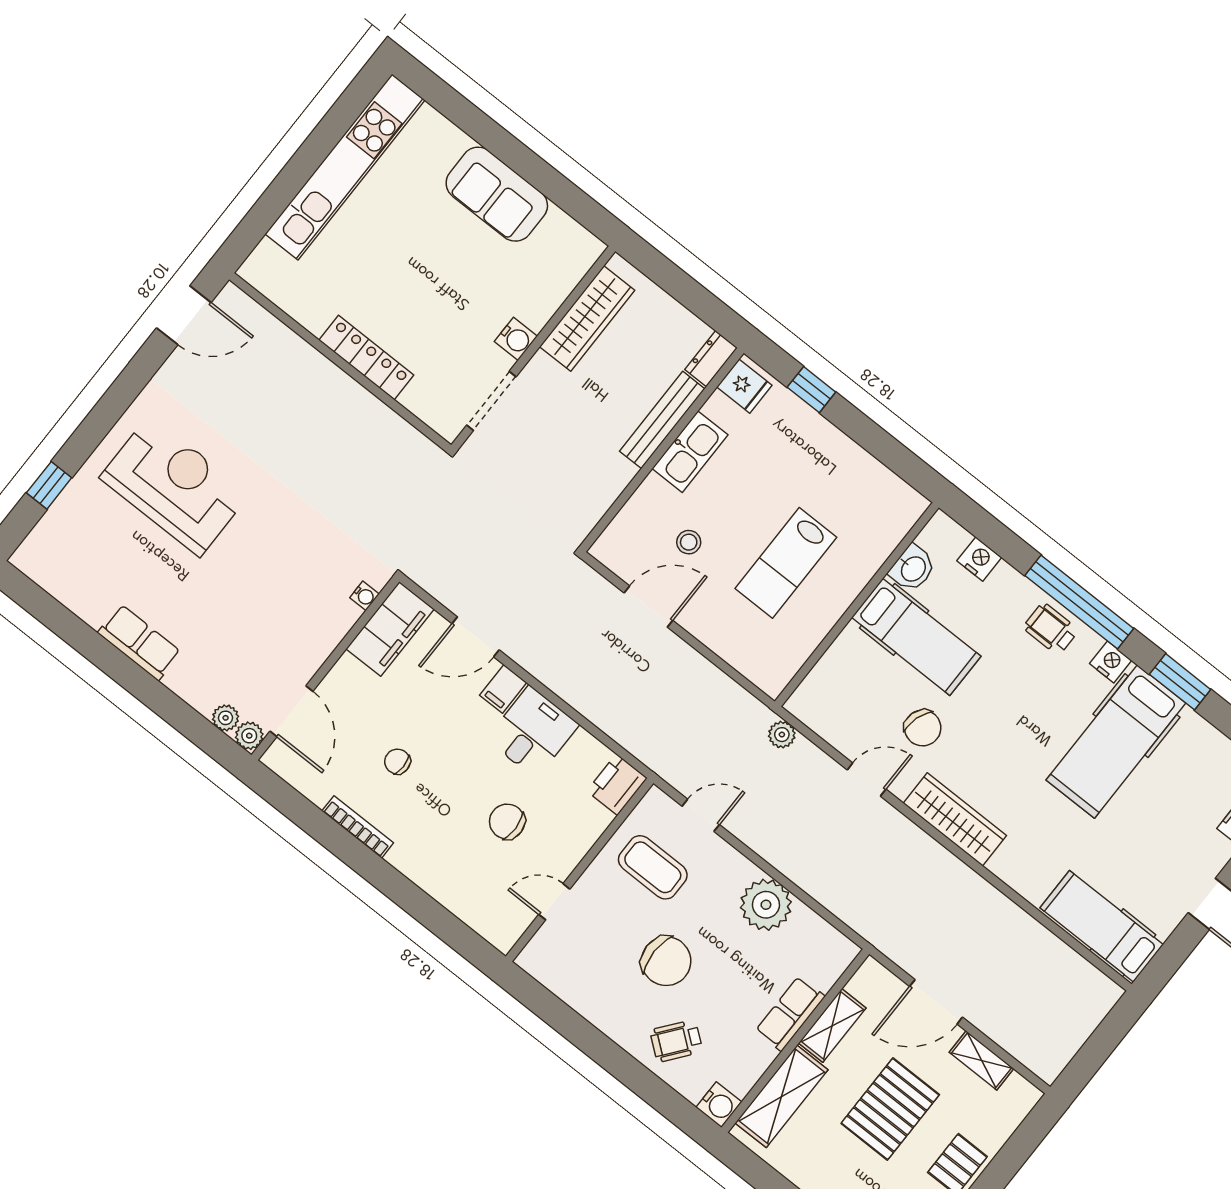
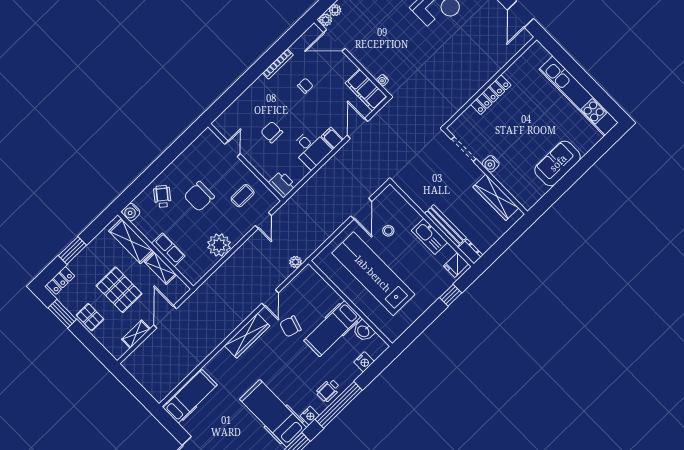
lab bench: (786, 563) -> (373, 274), width x1.86, depth x1.39
wheelchair: (1051, 629) -> (328, 390), turned 180
chair: (507, 822) -> (272, 132), turned -88
coffee table: (653, 867) -> (243, 196), width x0.73, depth x0.77

